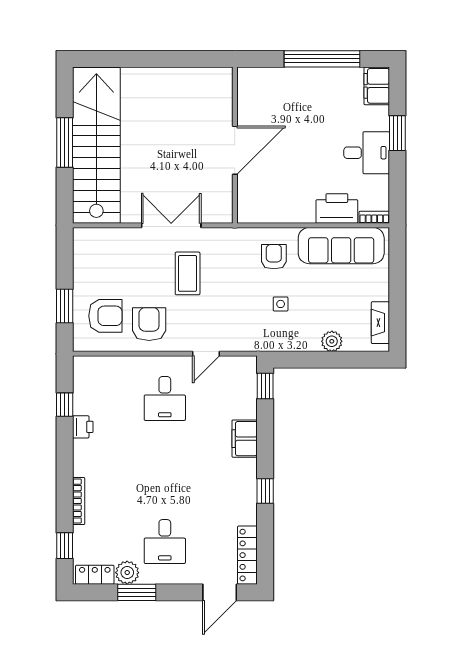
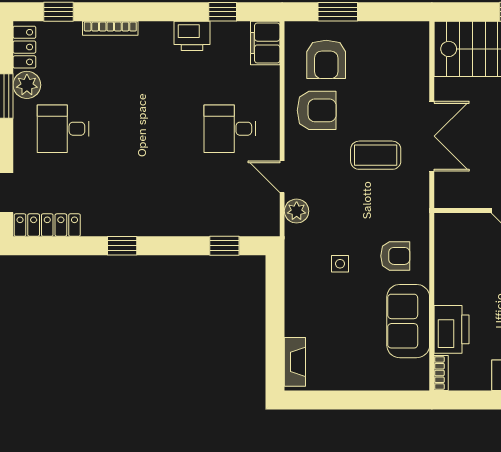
sofa: (341, 246) -> (408, 321), width x0.73
fireplace: (380, 323) -> (295, 362), moved, turned 90
plant: (332, 341) -> (297, 211), moved
window: (265, 386) -> (224, 246), moved
printer: (83, 427) -> (192, 36), width x1.36, depth x1.24
filing cabinet: (245, 439) -> (265, 43), moved, turned -90

